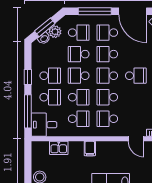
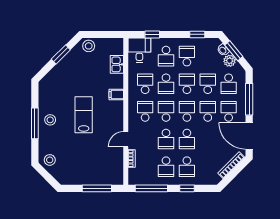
door: (133, 11) -> (249, 136), hinge flipped
school desk: (50, 76) -> (187, 56), turned 180
window: (28, 77) -> (197, 34), moved
school desk: (136, 97) -> (166, 139), added
window: (28, 111) -> (152, 34), width x0.46
school desk: (79, 119) -> (145, 84), turned 180

